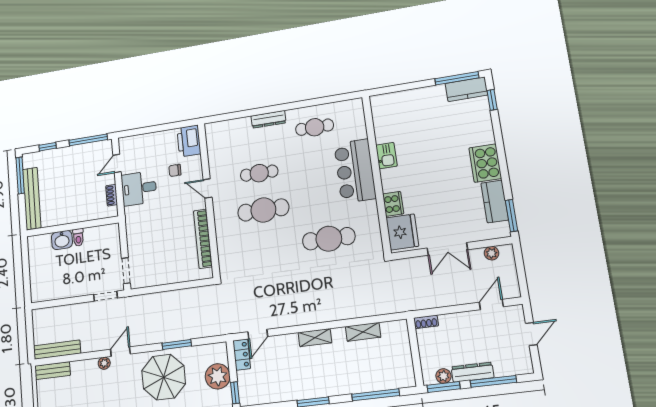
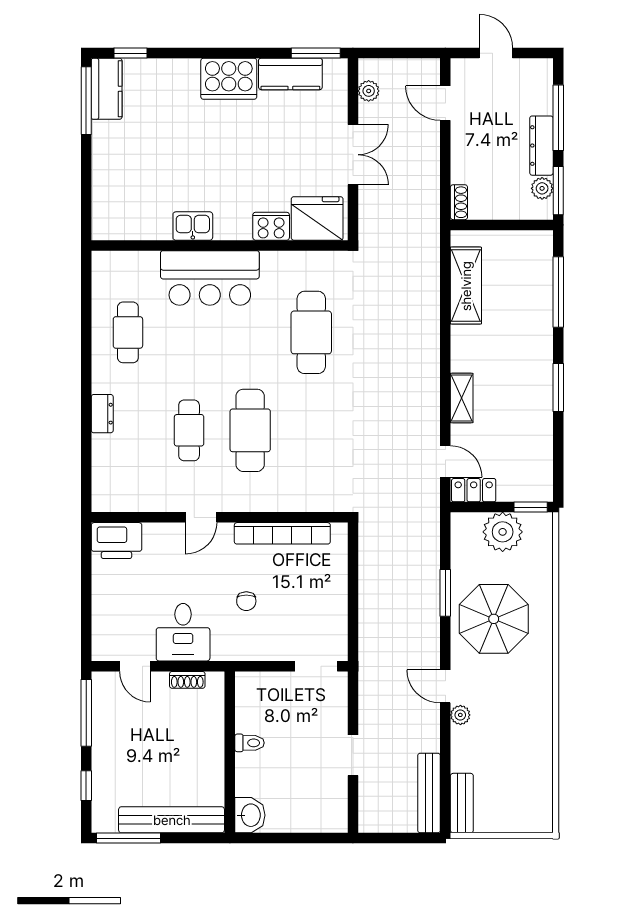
dresser: (268, 119) -> (102, 414), width x0.70
chair: (175, 170) -> (246, 601), moved
washbasin: (62, 240) -> (250, 815), moved
doorway: (105, 296) -> (353, 755), moved
shelving: (363, 332) -> (466, 286), width x1.50, depth x1.33
shelving: (315, 338) -> (462, 398), moved

